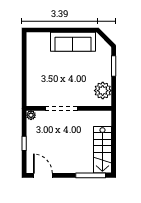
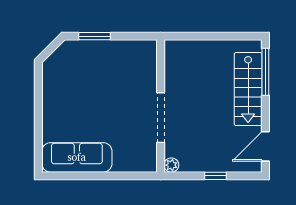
sofa: (73, 42) -> (77, 157), moved, turned -90
plant: (103, 91) -> (133, 53), removed
stairs: (102, 150) -> (248, 89), moved, turned 90

